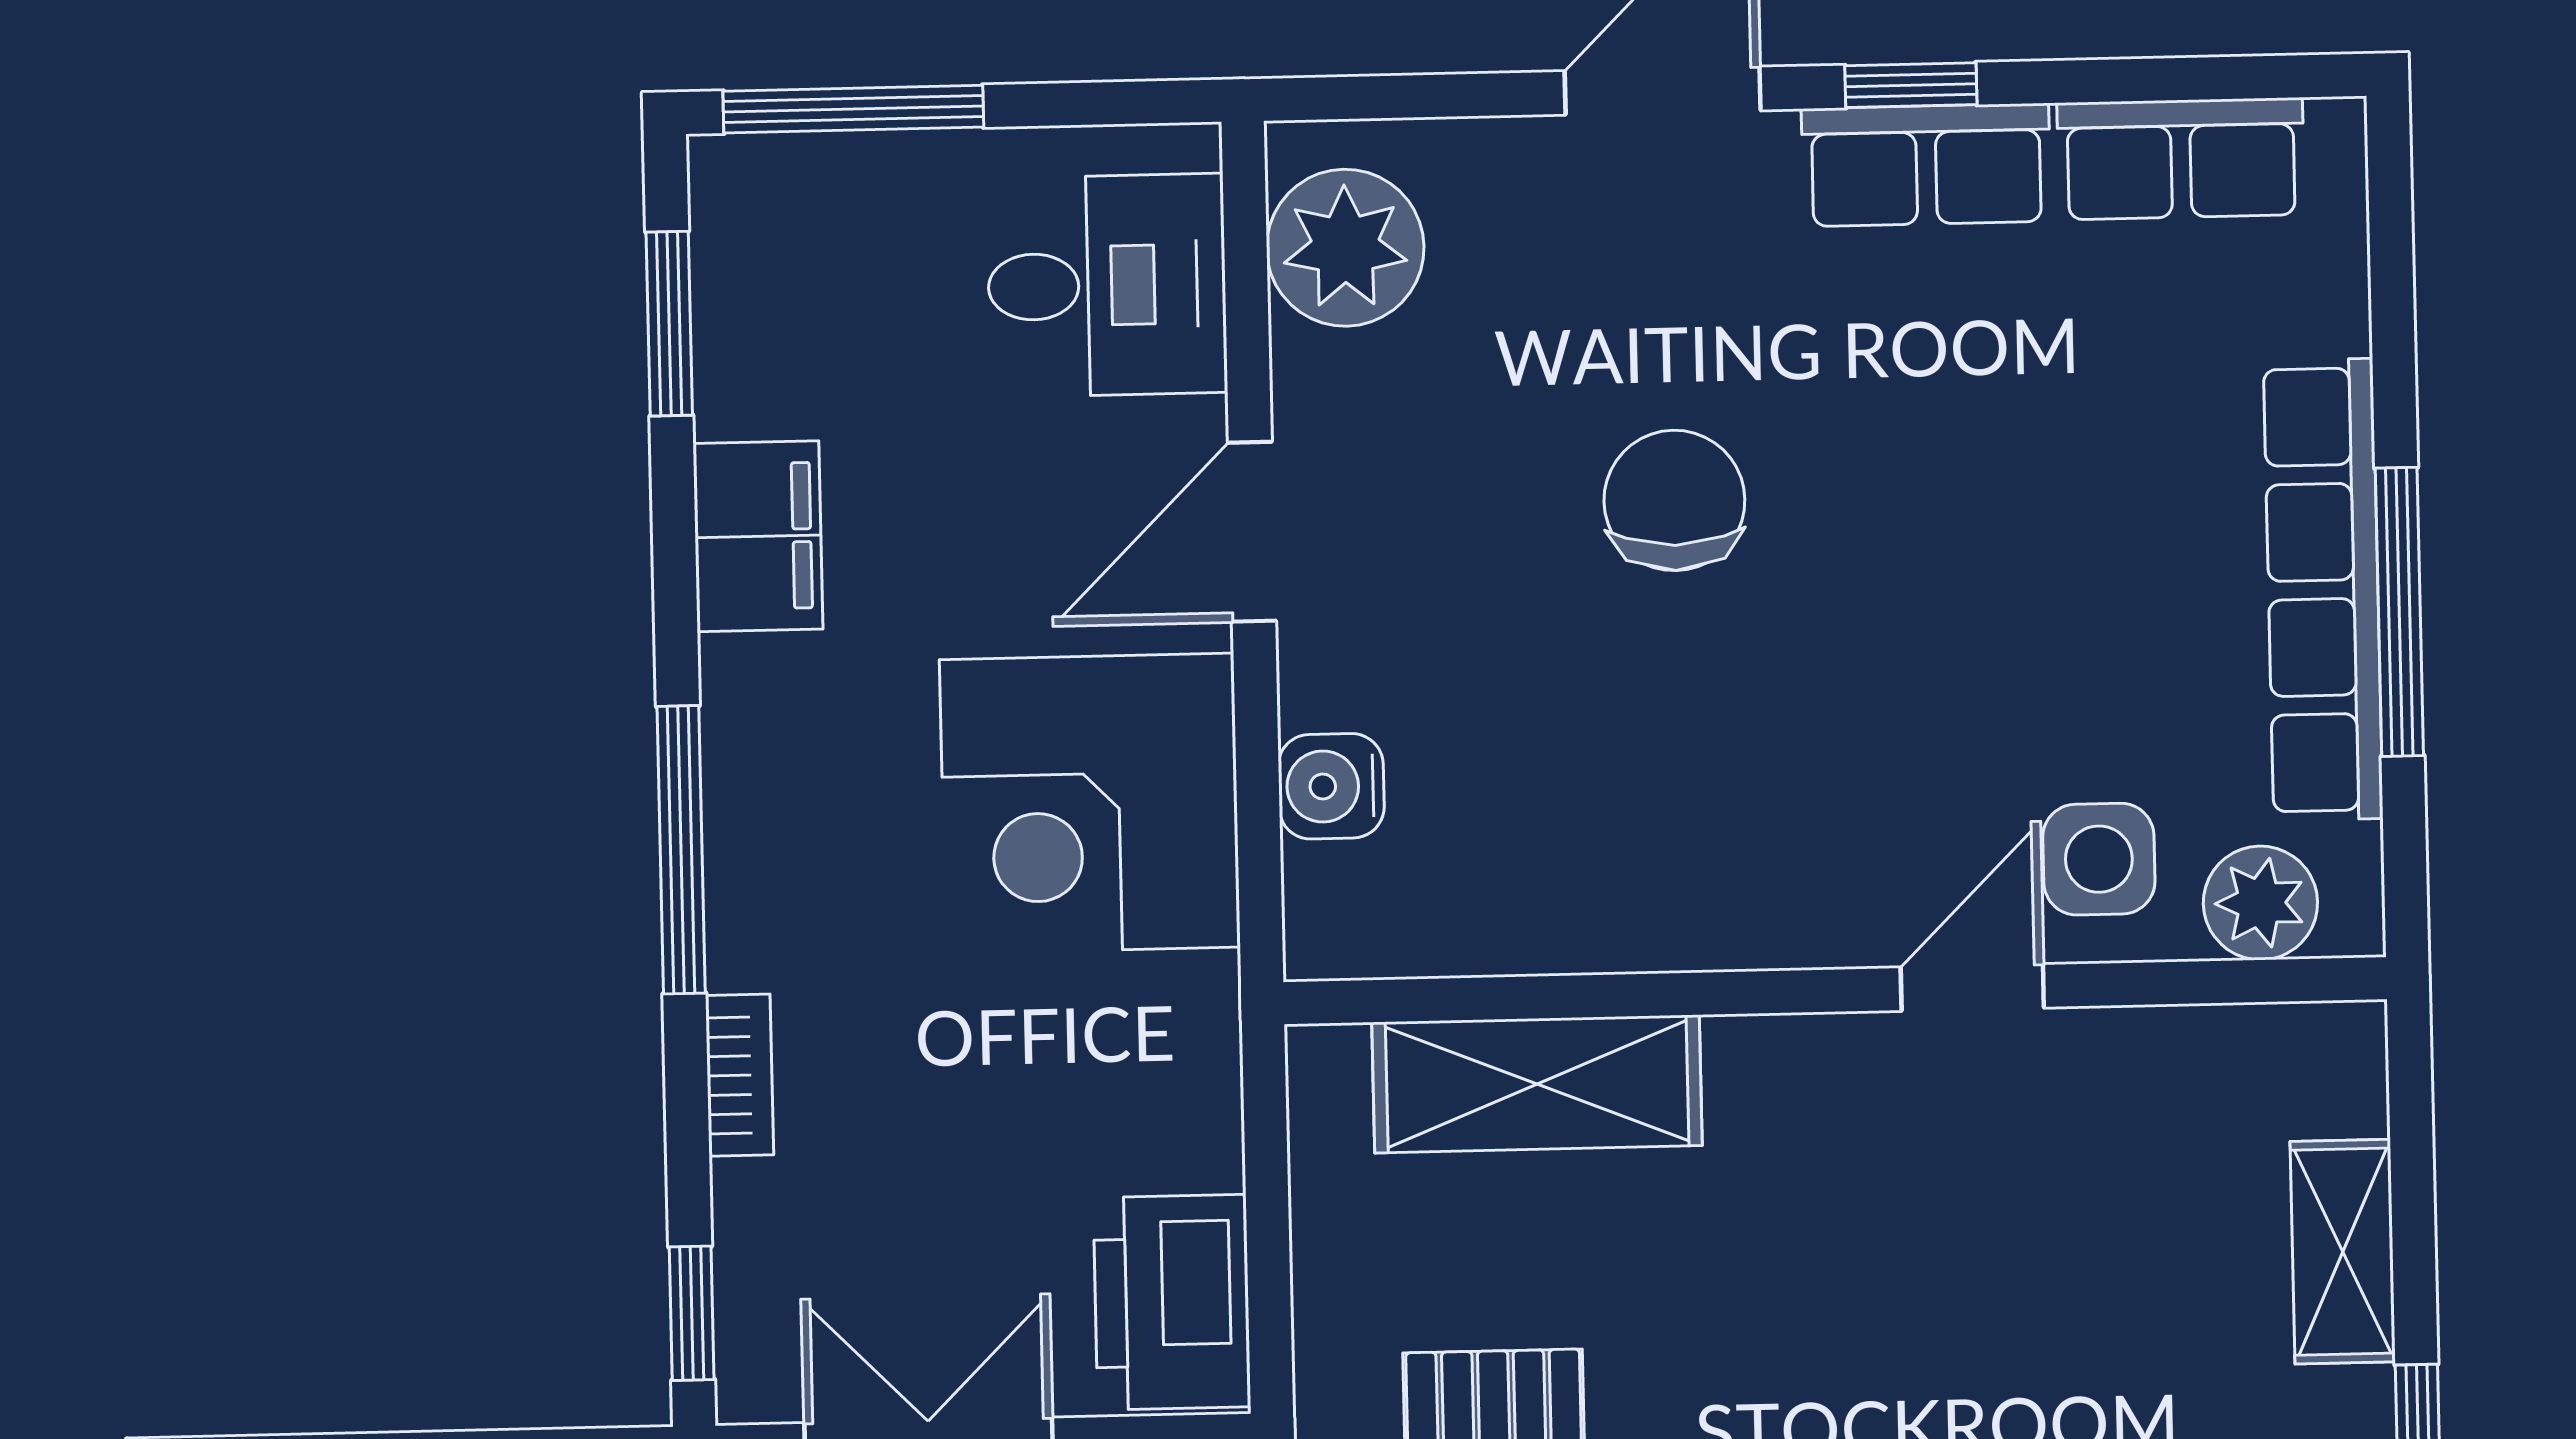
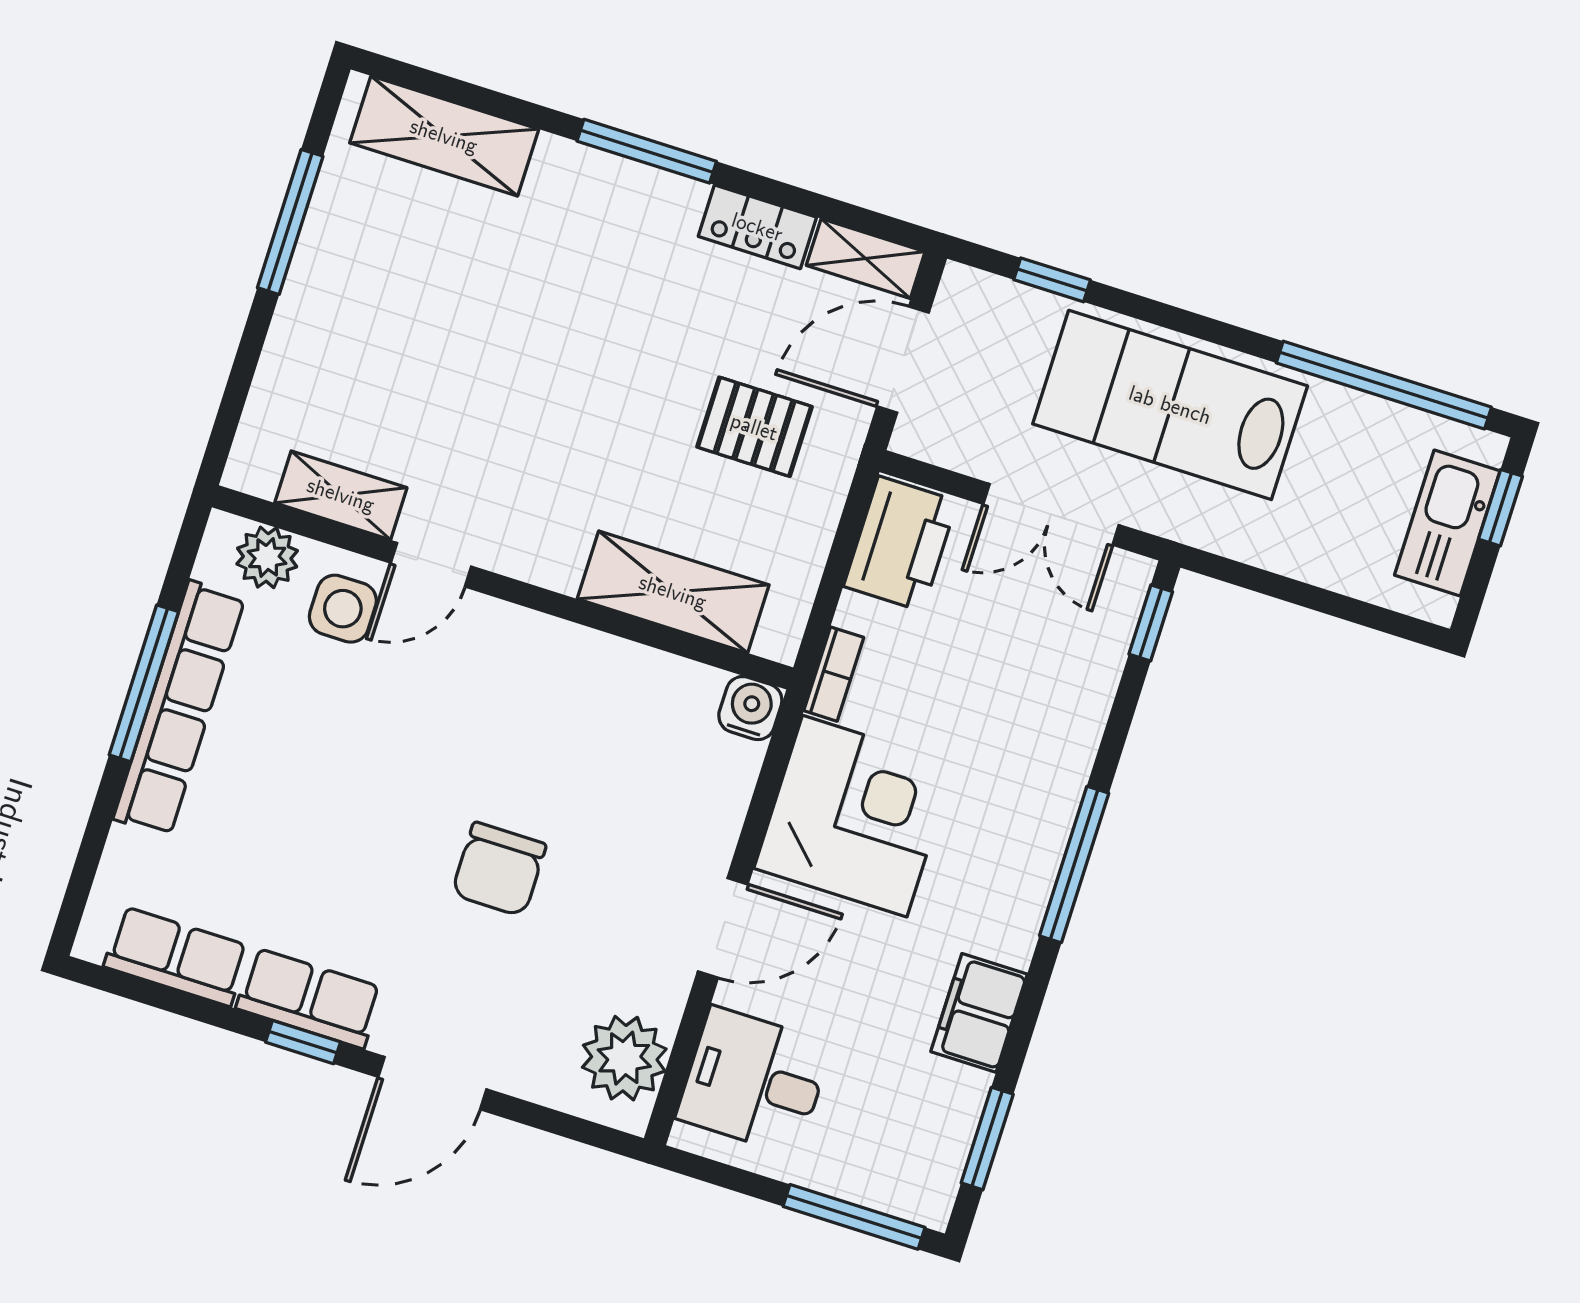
water cooler: (1331, 786) -> (750, 708), moved, turned -90
bookcase: (739, 1075) -> (834, 674), moved, turned 180
shelving: (2343, 1252) -> (341, 495), moved, turned 90

